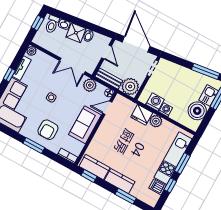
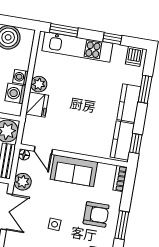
window: (182, 163) -> (64, 30), moved
dishwasher: (157, 187) -> (134, 56), moved

